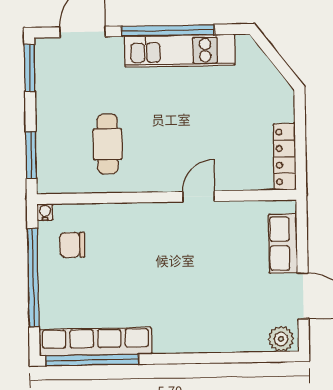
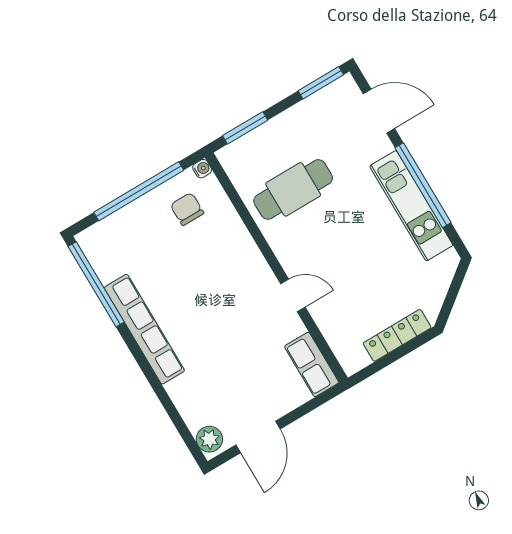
cafe table: (108, 144) -> (293, 189), width x1.37, depth x1.35
locker: (285, 157) -> (397, 335), moved
row of seats: (283, 244) -> (312, 364), moved, turned -90
row of seats: (95, 342) -> (144, 329), moved

